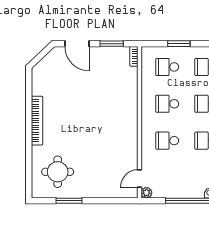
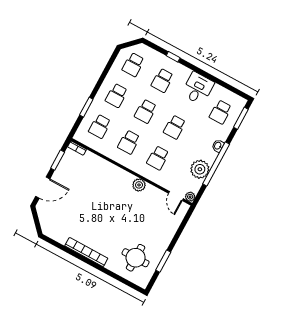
plant: (131, 136) -> (139, 185), added
plant: (178, 188) -> (200, 169), added

